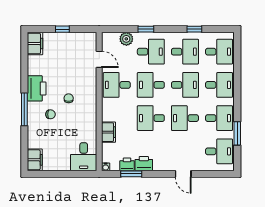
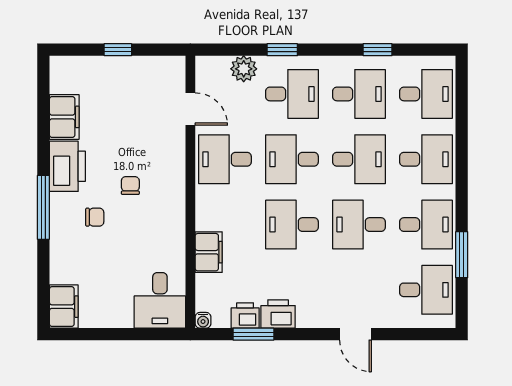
filing cabinet: (35, 43) -> (64, 117), moved

